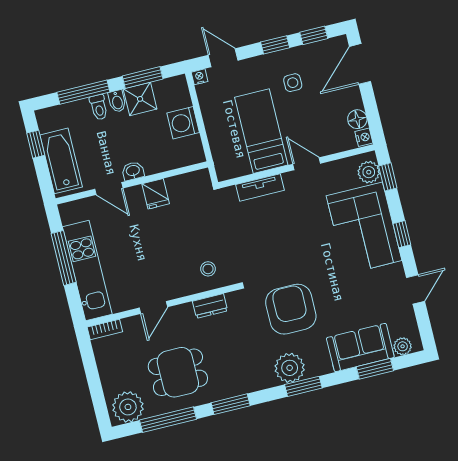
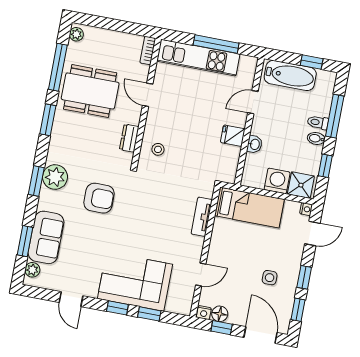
window: (143, 77) -> (325, 166), width x0.67
shower: (140, 99) -> (301, 185), moved
window: (371, 110) -> (222, 328), added
bed: (261, 131) -> (249, 207), moved
door: (307, 164) -> (201, 275), moved
washbasin: (133, 171) -> (254, 144), moved
plant: (369, 172) -> (176, 304), removed
window: (388, 177) -> (149, 314), moved
armchair: (291, 309) -> (99, 198), width x0.73, depth x0.73
dining table: (178, 372) -> (90, 91), width x1.38
plant: (128, 407) -> (76, 34), width x0.53, depth x0.53

